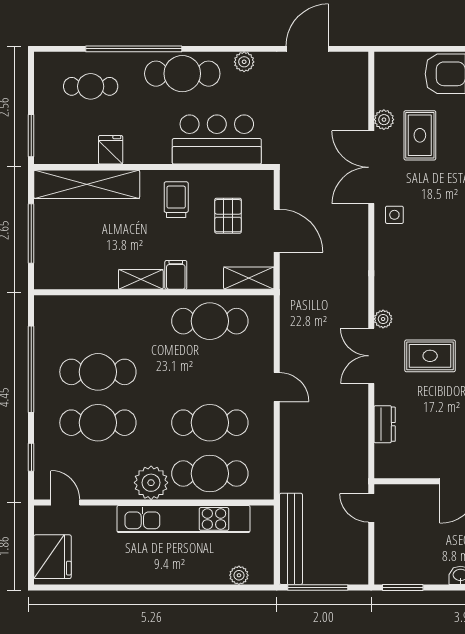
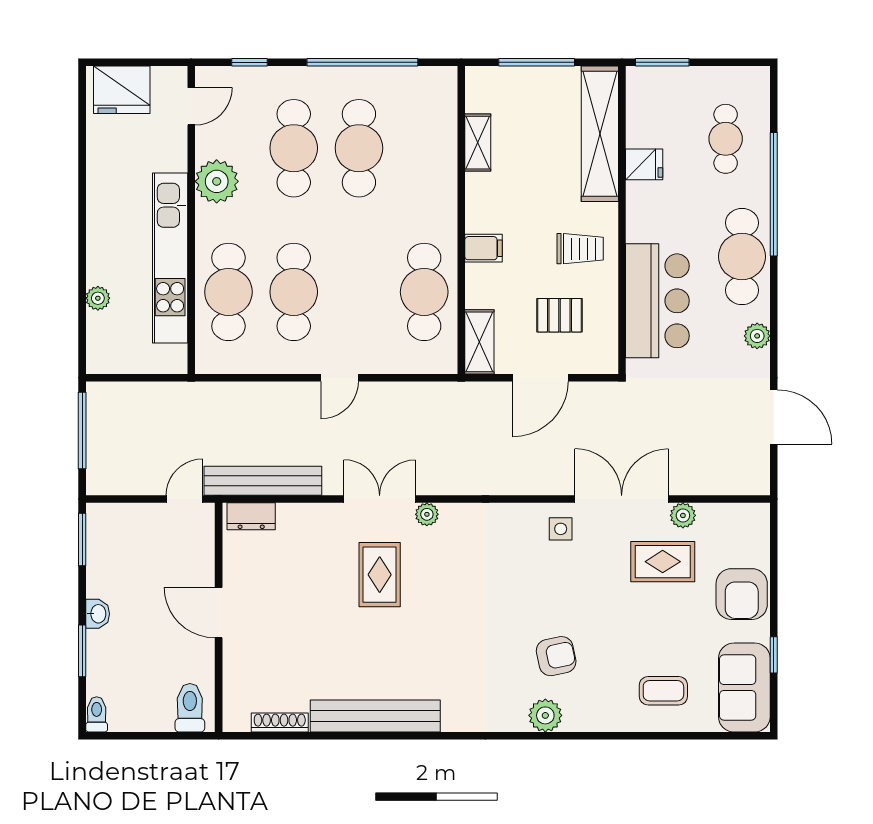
shelving: (141, 279) -> (478, 143), moved
dresser: (385, 424) -> (251, 516), moved
plant: (151, 483) -> (217, 181), moved
bench: (291, 539) -> (263, 481), moved
plant: (239, 575) -> (98, 298), moved

